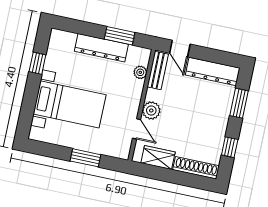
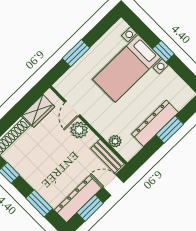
window: (120, 36) -> (170, 129), moved
window: (214, 56) -> (90, 208), added
window: (37, 63) -> (163, 51), moved
door: (137, 129) -> (72, 109), hinge flipped

